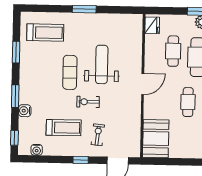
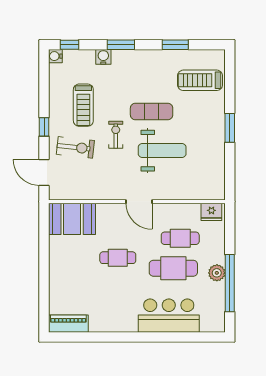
treadmill: (45, 33) -> (200, 80), turned 90
exercise bike: (98, 135) -> (75, 147), width x1.38, depth x1.39
water cooler: (37, 150) -> (55, 56), moved

